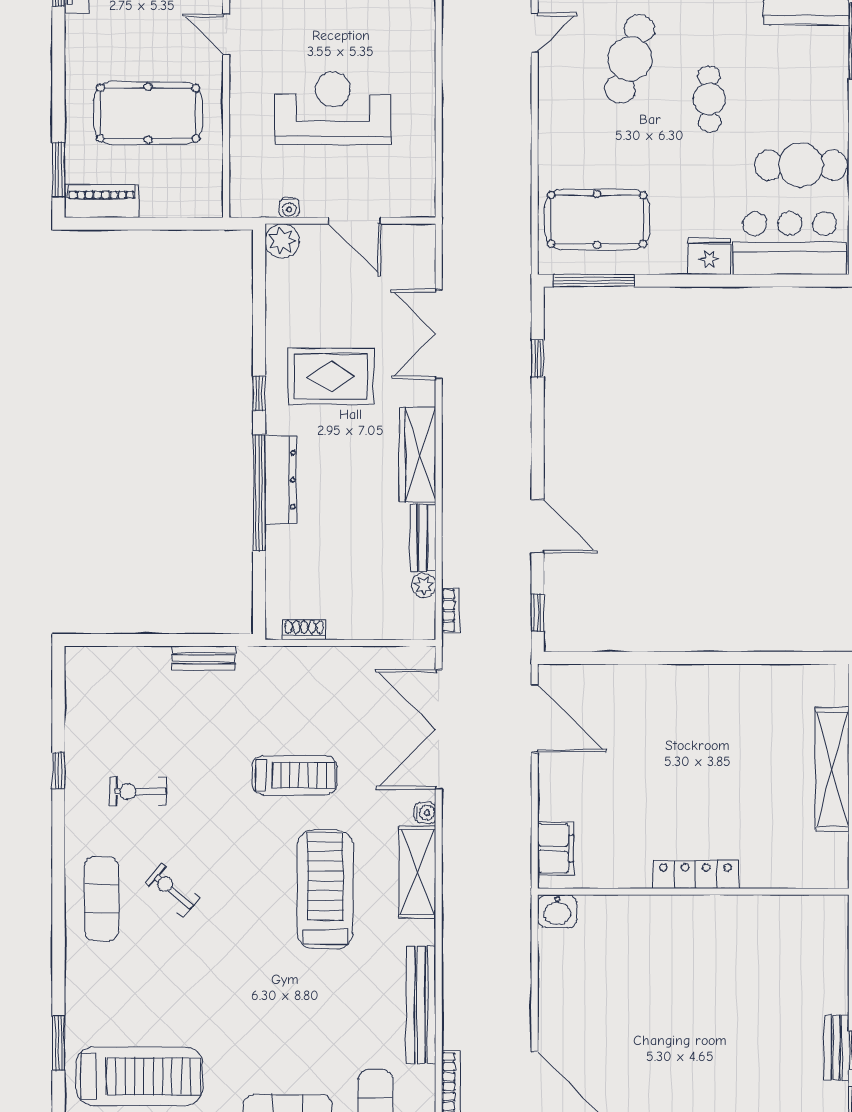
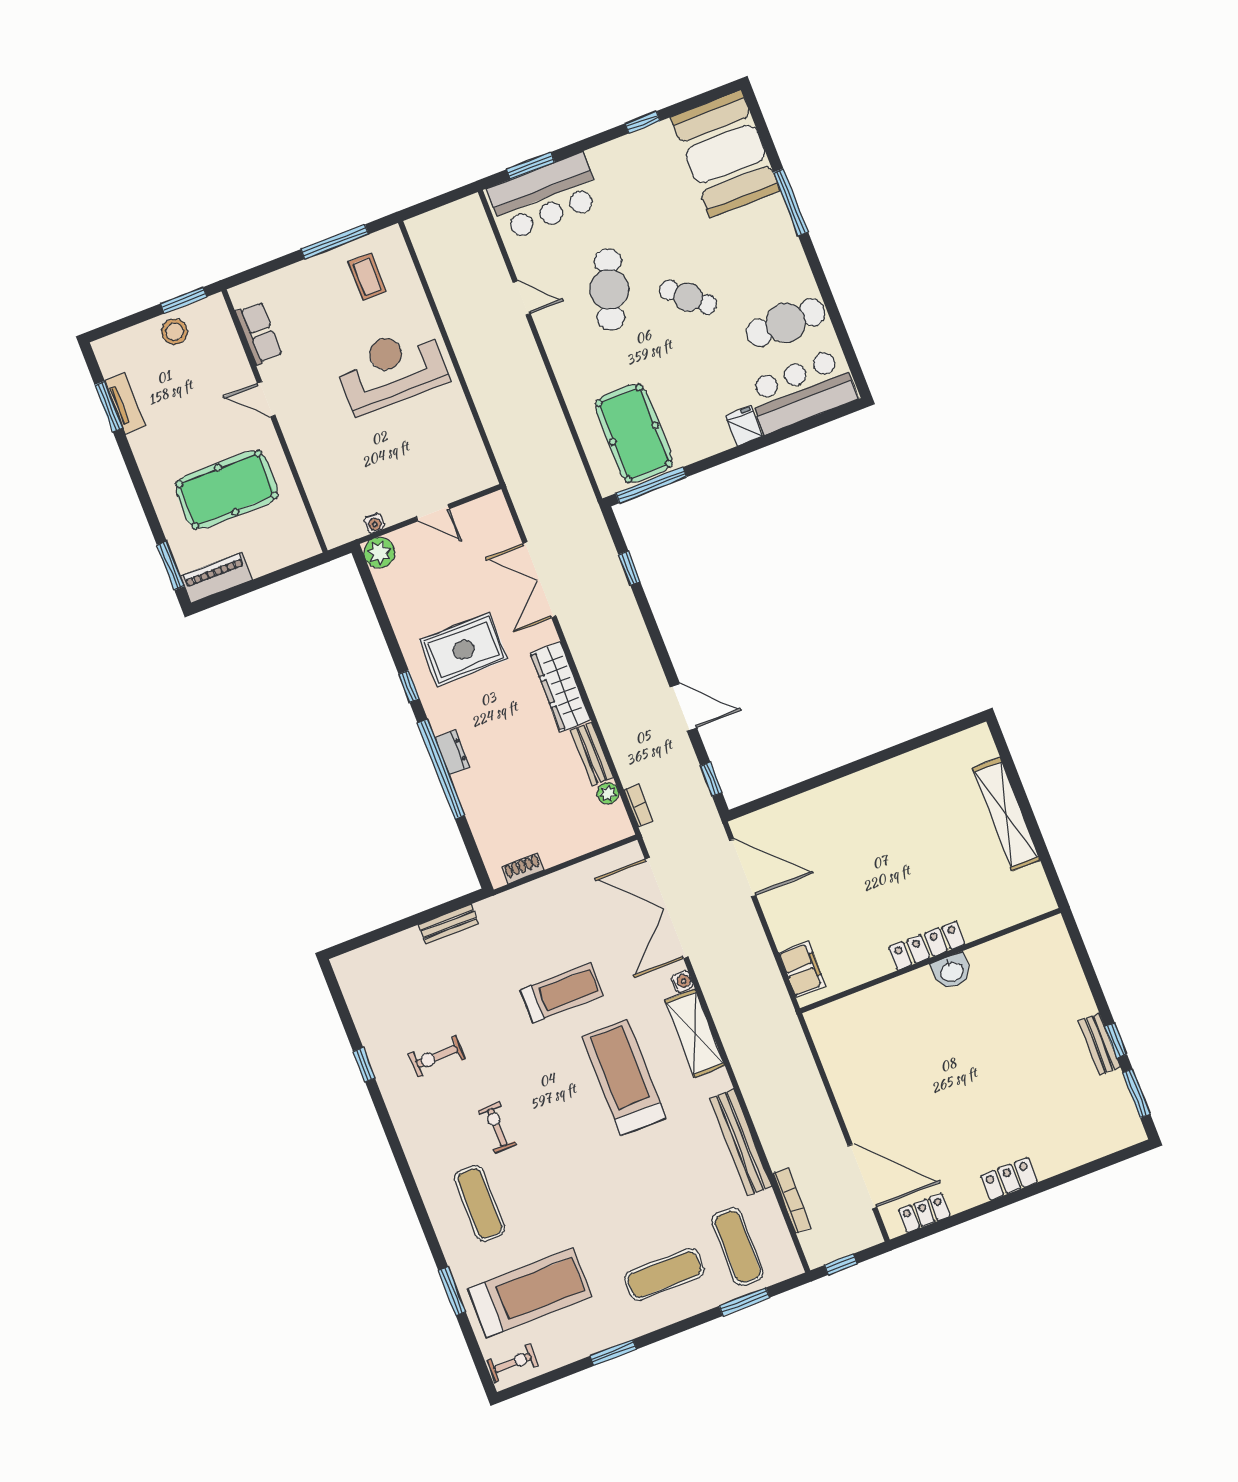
door: (535, 32) -> (522, 298), hinge flipped
cafe table: (709, 99) -> (688, 297), turned -47
reception desk: (333, 108) -> (392, 370), moved
pool table: (597, 219) -> (634, 433), turned 90
door: (354, 221) -> (433, 513), width x0.73
fridge: (709, 256) -> (744, 426), width x0.72
dresser: (281, 480) -> (452, 752), width x0.51, depth x0.80
exercise bike: (172, 890) -> (497, 1127), turned 49
exercise mat: (102, 899) -> (480, 1203), moved
washbasin: (557, 911) -> (952, 971), moved

